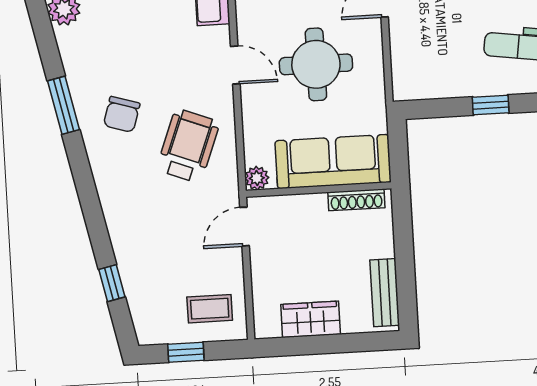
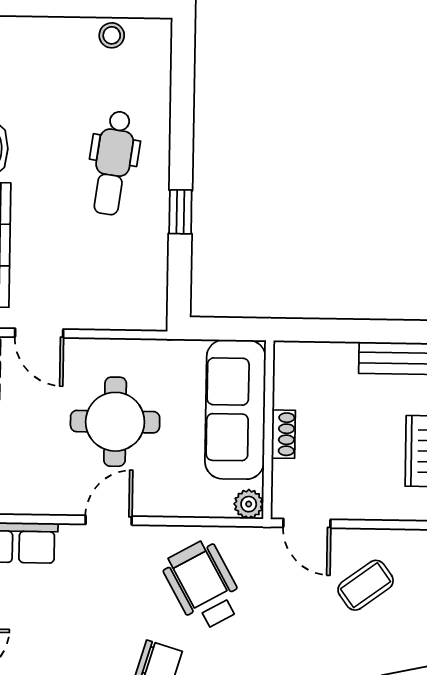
wheelchair: (188, 146) -> (203, 585), turned 40
shoe rack: (356, 200) -> (283, 434), moved, width x0.70
coffee table: (210, 309) -> (366, 585), moved, turned 54

